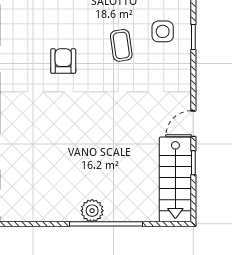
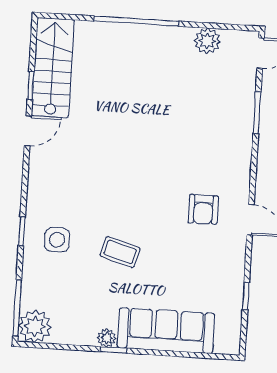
coffee table: (121, 45) -> (120, 252), moved, turned -66
armchair: (63, 61) -> (203, 209), moved
plant: (92, 211) -> (207, 41), moved

